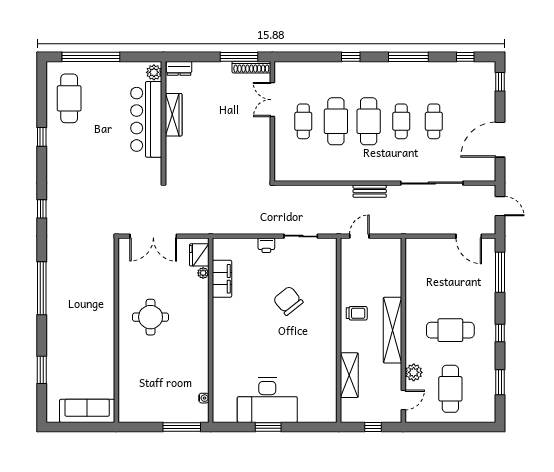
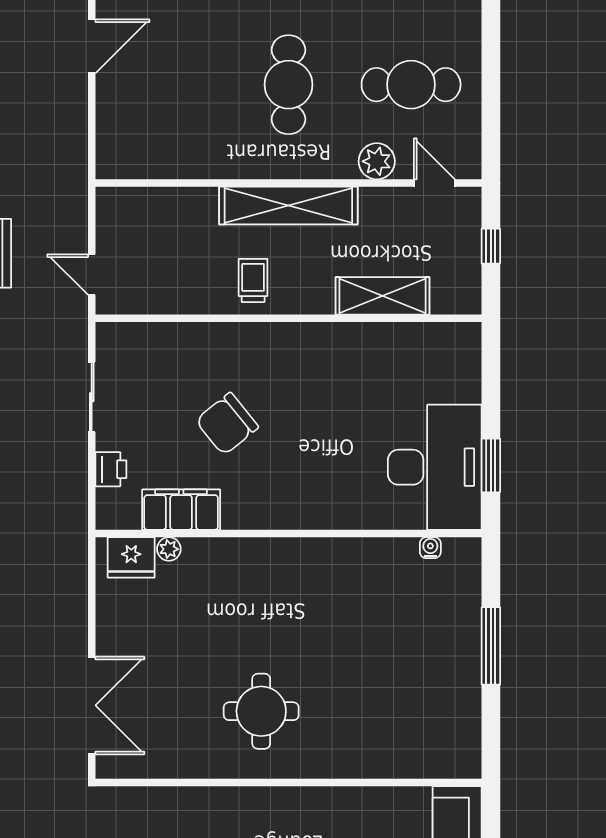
fridge: (199, 255) -> (131, 557), moved
plant: (203, 273) -> (169, 549), moved
filing cabinet: (222, 279) -> (181, 510), moved
wall: (211, 330) -> (289, 533), moved
water cooler: (204, 398) -> (430, 548), moved

